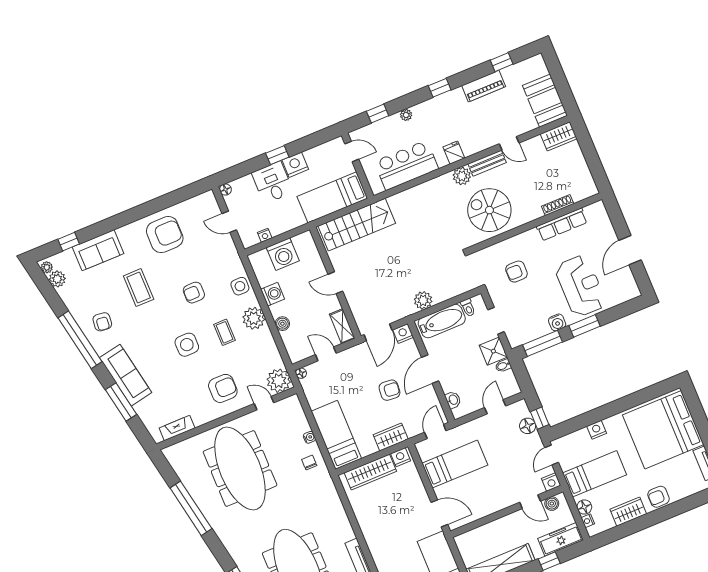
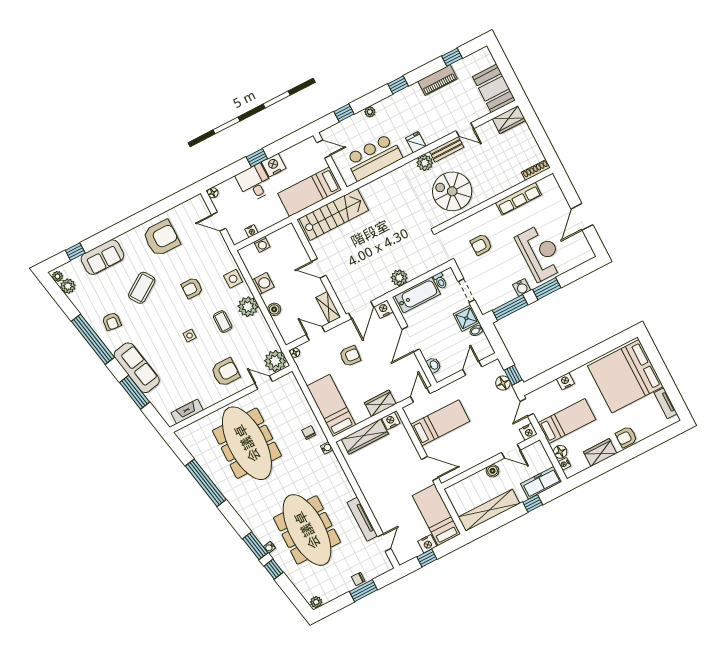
shoe rack: (558, 205) -> (536, 170), moved
washing machine: (283, 254) -> (262, 244), width x0.53, depth x0.53
coffee table: (139, 288) -> (142, 288), turned 56
side table: (187, 345) -> (190, 336), width x0.54, depth x0.54
armchair: (389, 390) -> (350, 356), moved
water cooler: (309, 437) -> (327, 448), moved
boiler: (552, 504) -> (493, 471), moved

